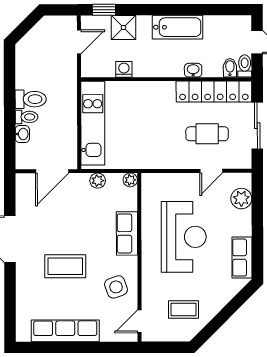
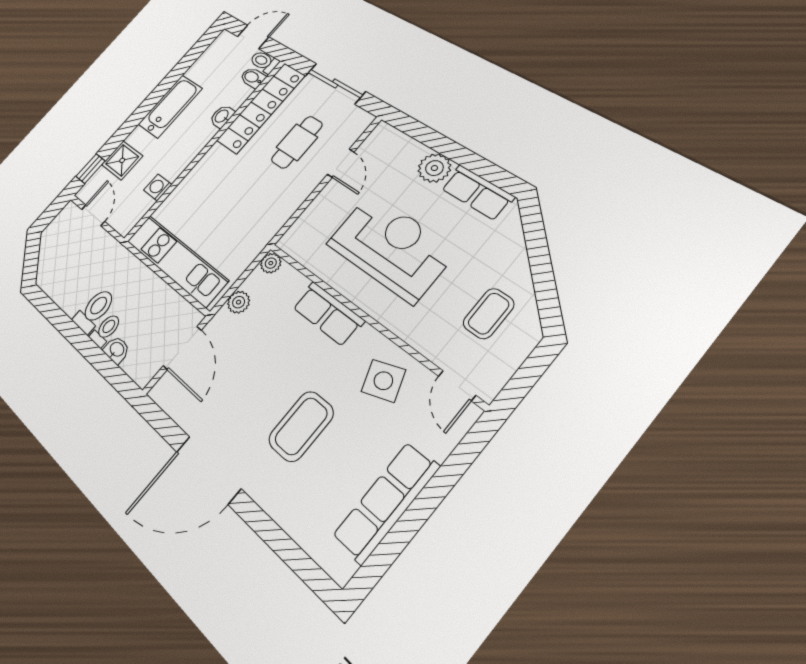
plant: (241, 199) -> (434, 168), moved

